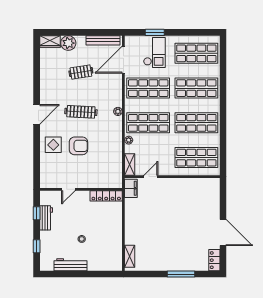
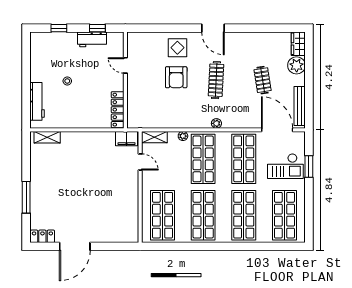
workbench: (71, 265) -> (37, 101), moved

